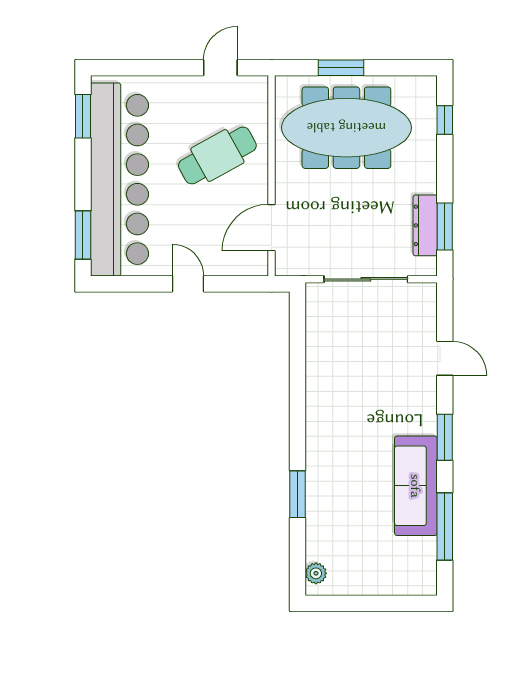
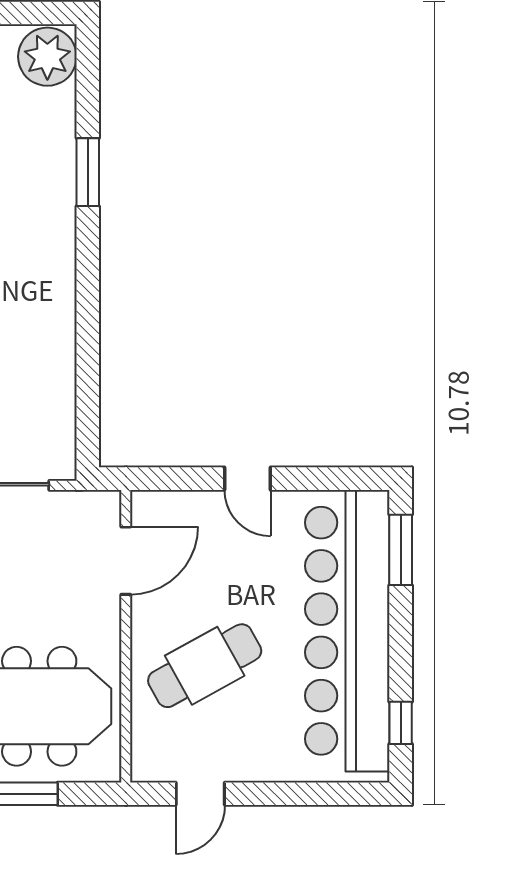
window: (83, 116) -> (401, 723), width x0.67
plant: (316, 573) -> (47, 57), width x1.87, depth x1.87

